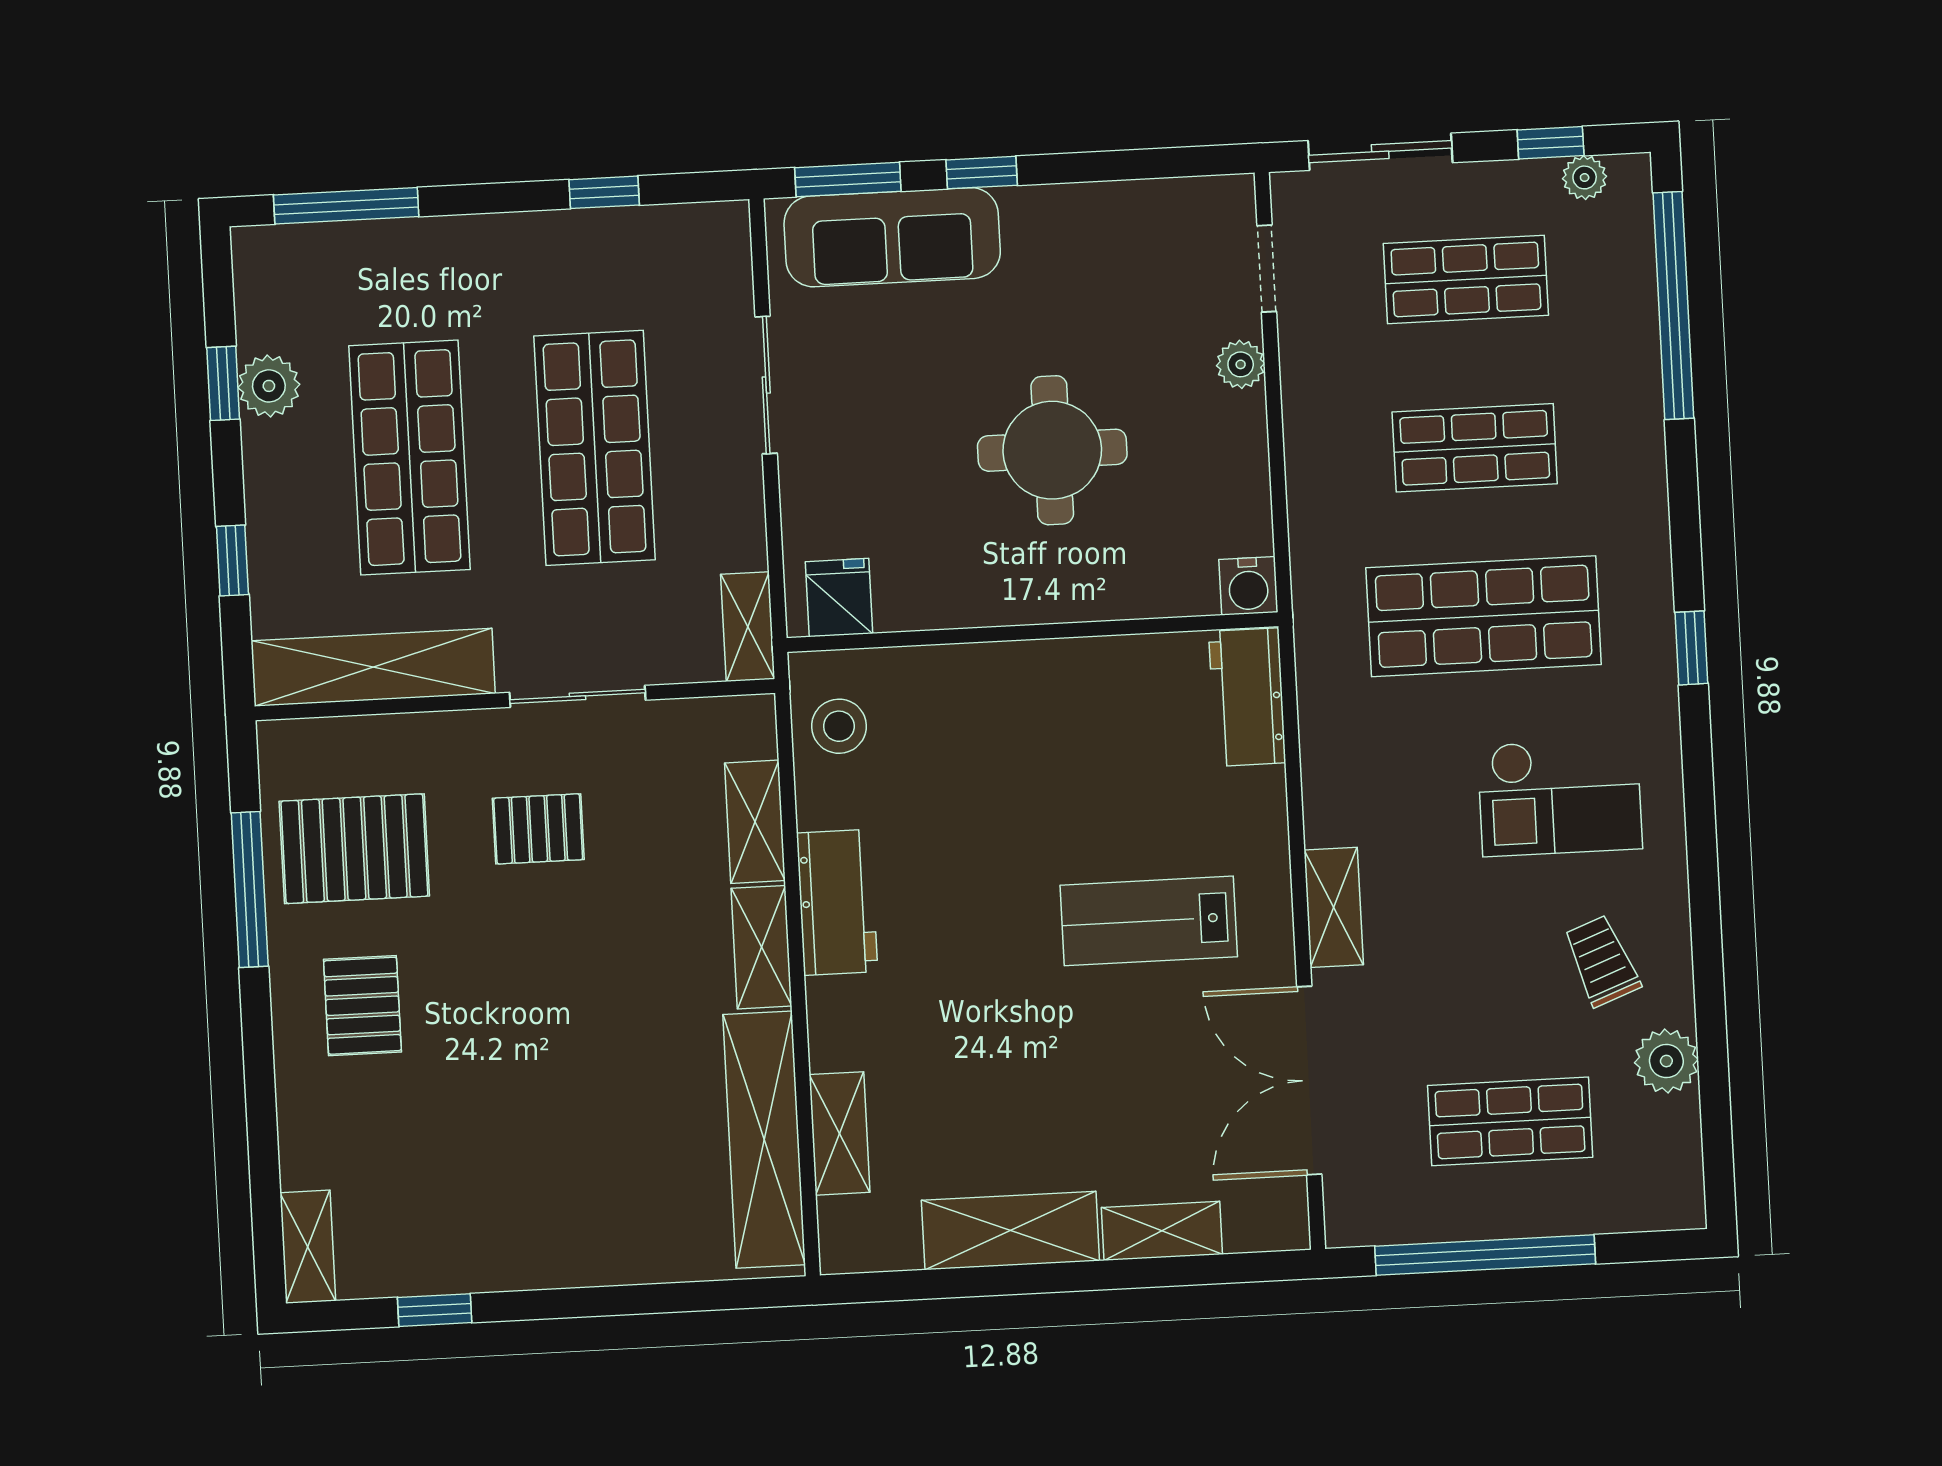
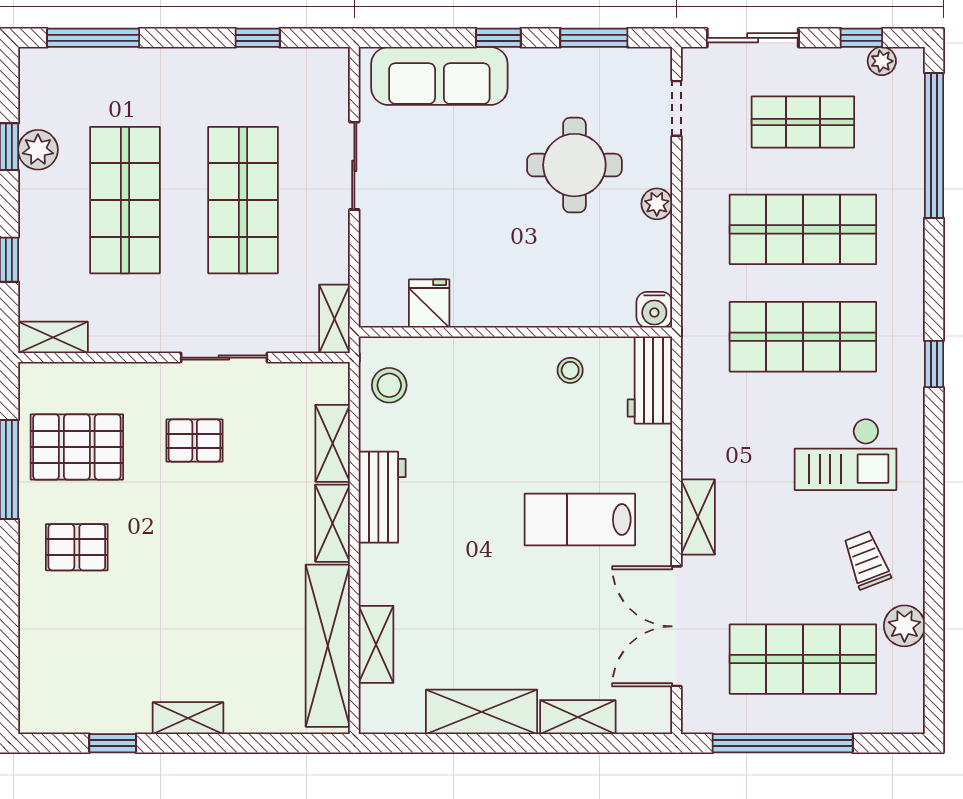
window: (848, 180) -> (594, 38), moved
plant: (1241, 364) -> (657, 204), moved
shop shelf: (1475, 448) -> (803, 229), width x1.43, depth x1.36
round table: (1052, 450) -> (574, 165), moved
fridge: (839, 598) -> (429, 303), moved
shelving: (373, 667) -> (53, 337), width x0.45, depth x0.75
stool: (1121, 688) -> (570, 370), added
pallet: (362, 1006) -> (77, 547), turned 90
shop shelf: (1510, 1121) -> (803, 659), width x1.43, depth x1.36
shelving: (308, 1247) -> (188, 718), moved, turned 90

